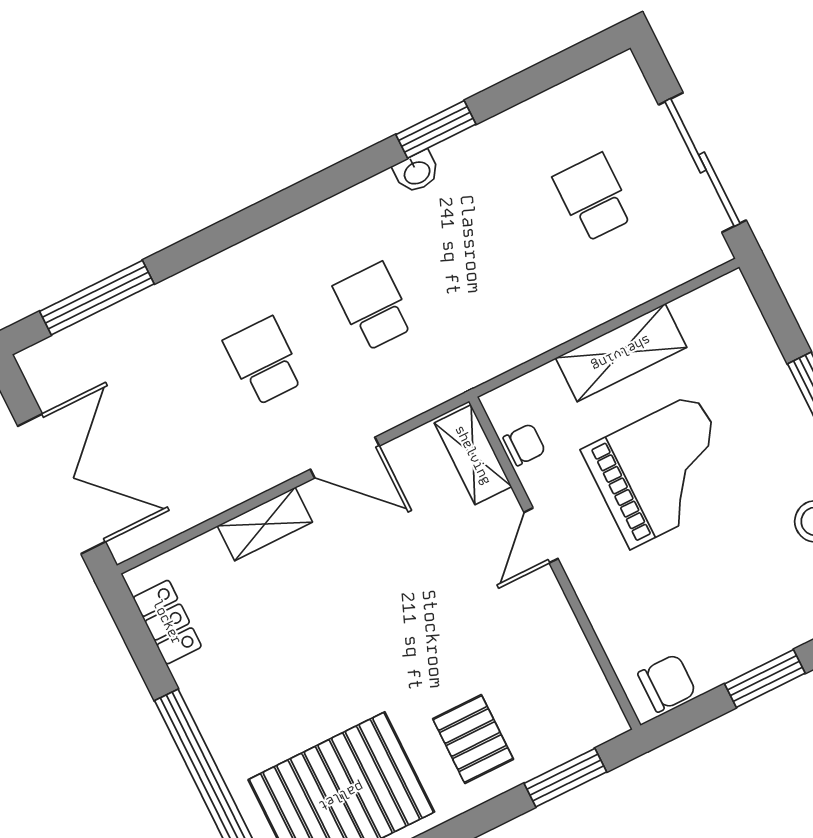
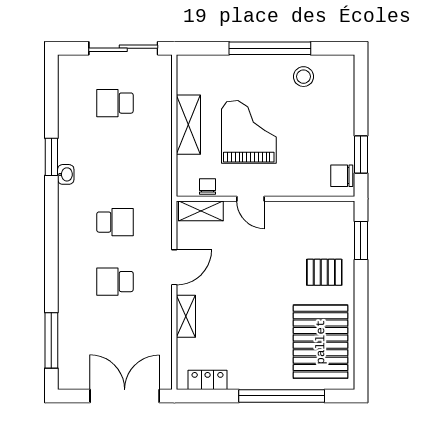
school desk: (374, 307) -> (115, 222), turned 180
window: (765, 679) -> (361, 154), moved
chair: (667, 683) -> (342, 176), turned -90

